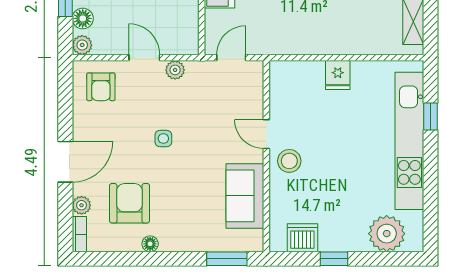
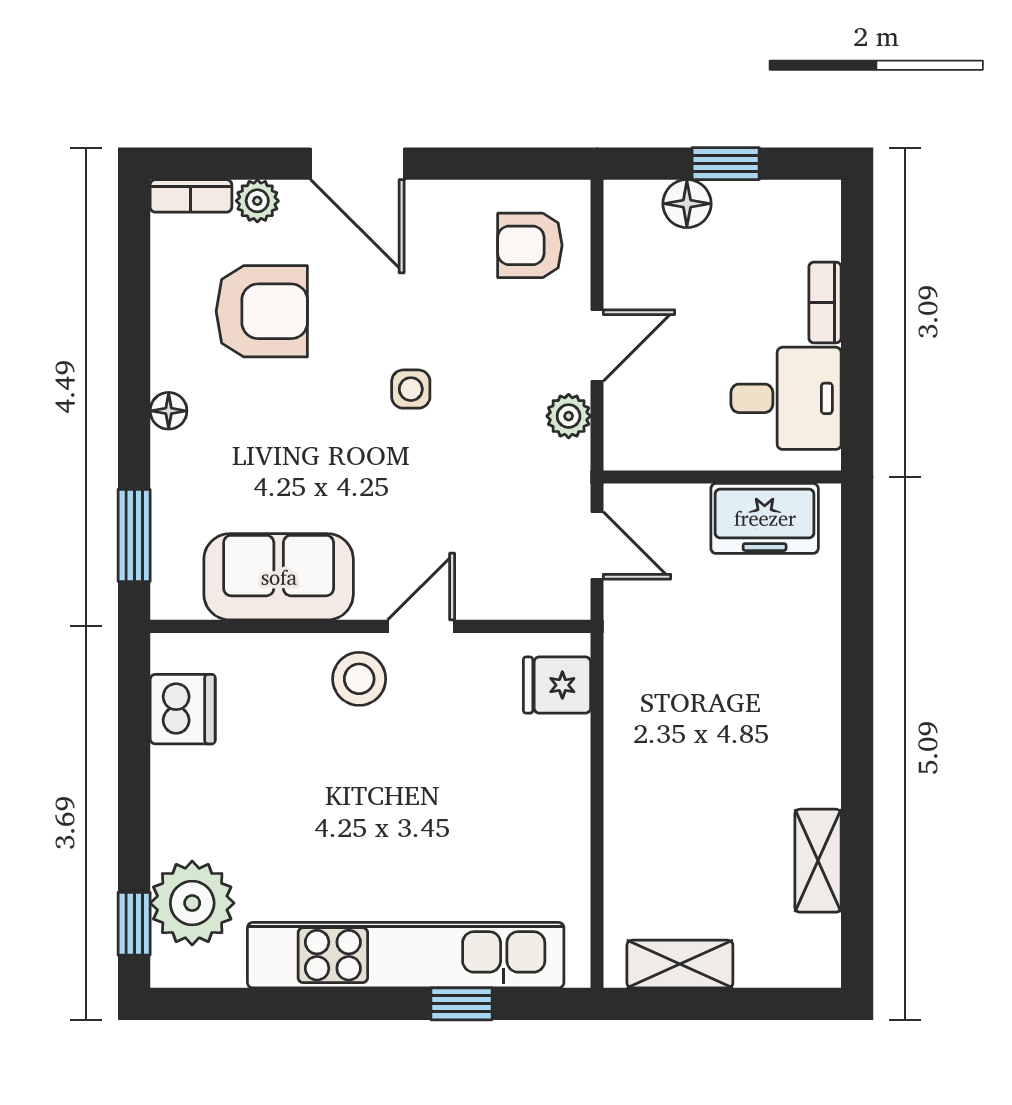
plant: (82, 45) -> (626, 202), removed
fridge: (338, 75) -> (557, 685), moved
floor lamp: (150, 244) -> (169, 411), moved
window: (334, 259) -> (134, 924), moved

